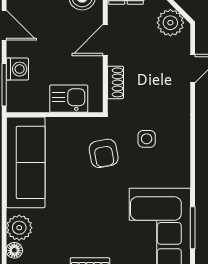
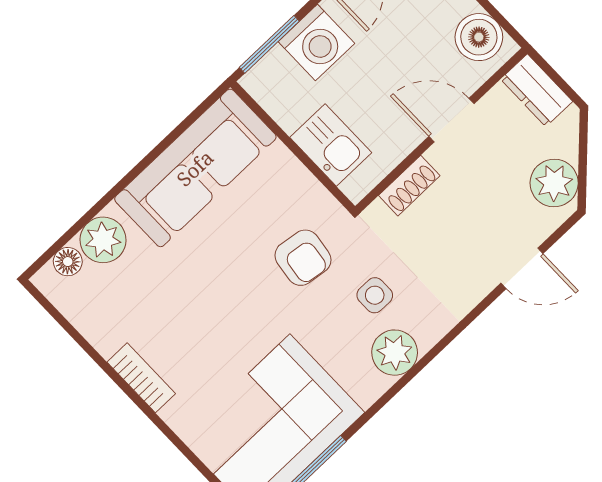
washing machine: (17, 69) -> (316, 43), width x1.38, depth x1.38
armchair: (104, 153) -> (303, 258), turned -72
plant: (178, 153) -> (395, 353), added

